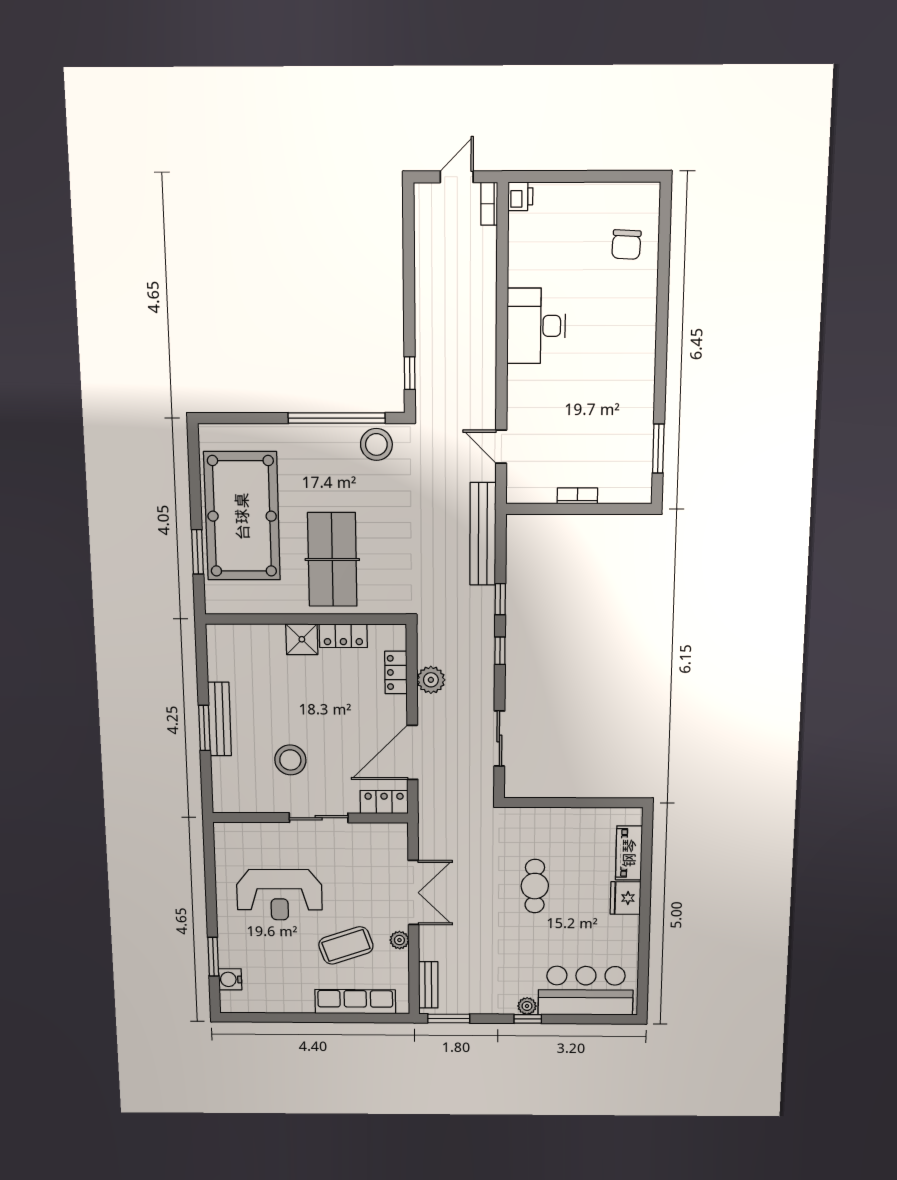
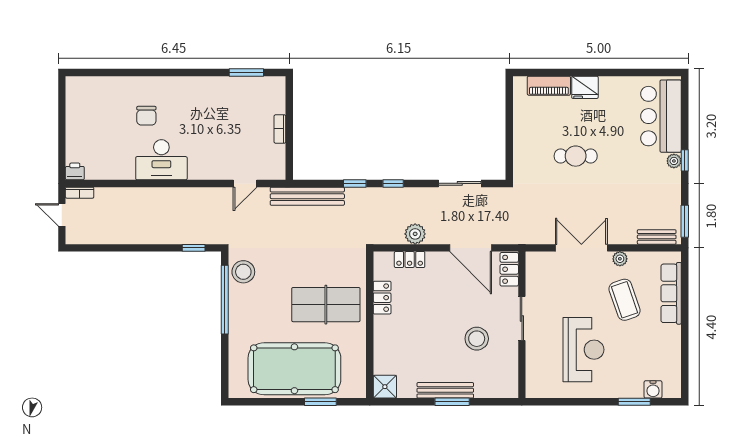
chair: (626, 245) -> (146, 116), moved, turned 87
shower: (302, 639) -> (385, 387), moved

